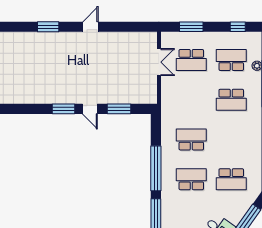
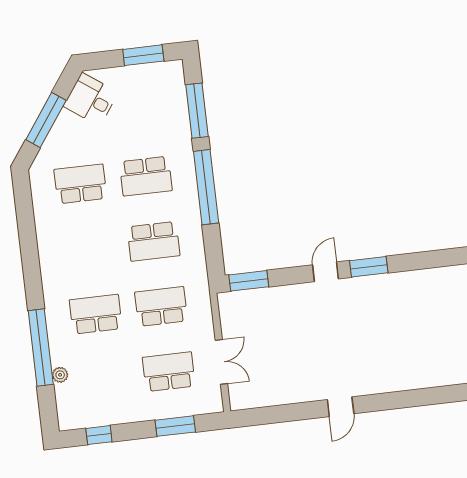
window: (48, 27) -> (410, 399), removed
school desk: (231, 60) -> (161, 306), moved, turned 180
double door: (159, 62) -> (221, 362), swing flipped
door: (90, 109) -> (326, 272), hinge flipped
window: (119, 109) -> (249, 281), moved

